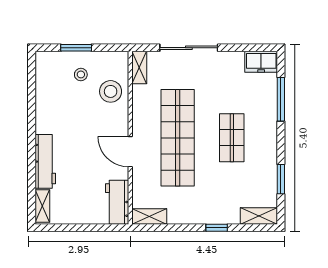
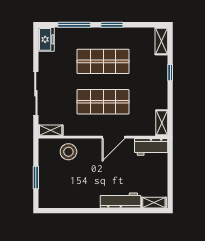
stool: (81, 74) -> (56, 174), removed
shop shelf: (178, 138) -> (103, 102), width x0.71
shop shelf: (232, 138) -> (103, 61), width x1.43, depth x1.36
window: (281, 179) -> (112, 25), moved

